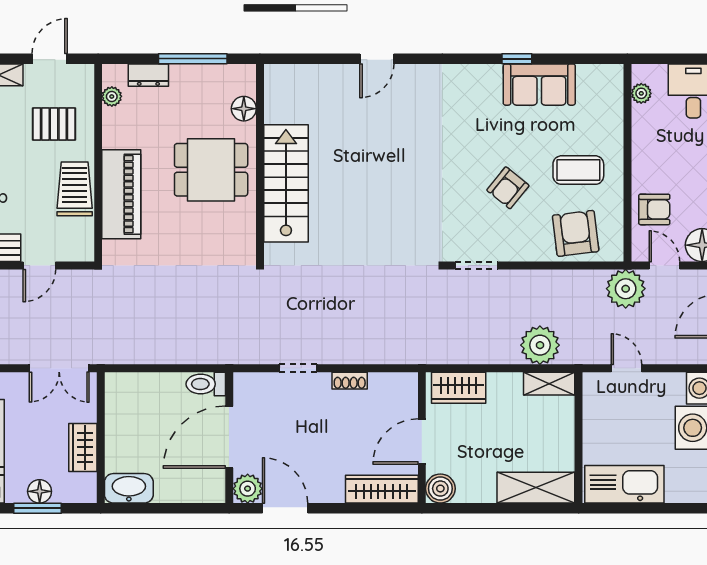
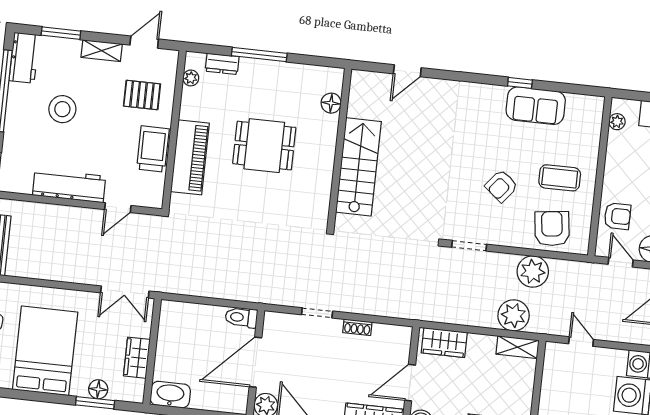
floor lamp: (244, 109) -> (331, 103), moved
wall: (260, 163) -> (339, 148), moved
stairs: (286, 183) -> (358, 167), moved
plant: (626, 289) -> (533, 272), moved

